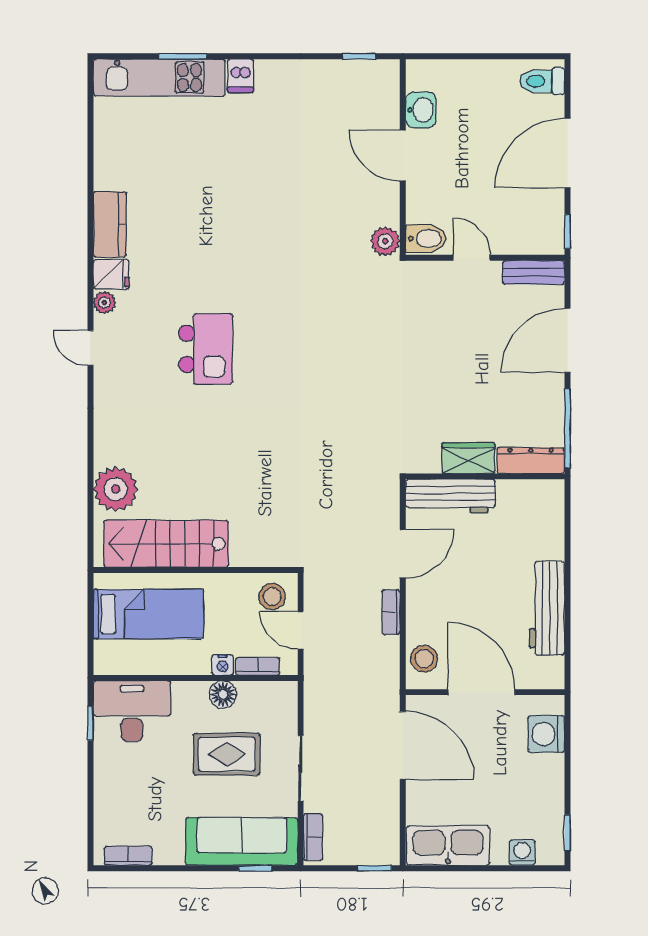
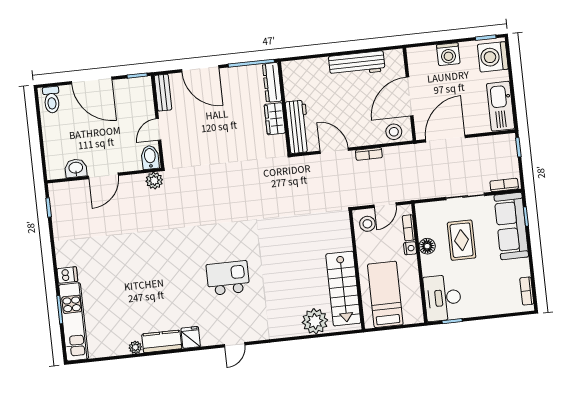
plant: (104, 303) -> (135, 347), moved
washing machine: (546, 734) -> (448, 54), moved
washing machine: (522, 853) -> (493, 57), width x1.89, depth x1.89

